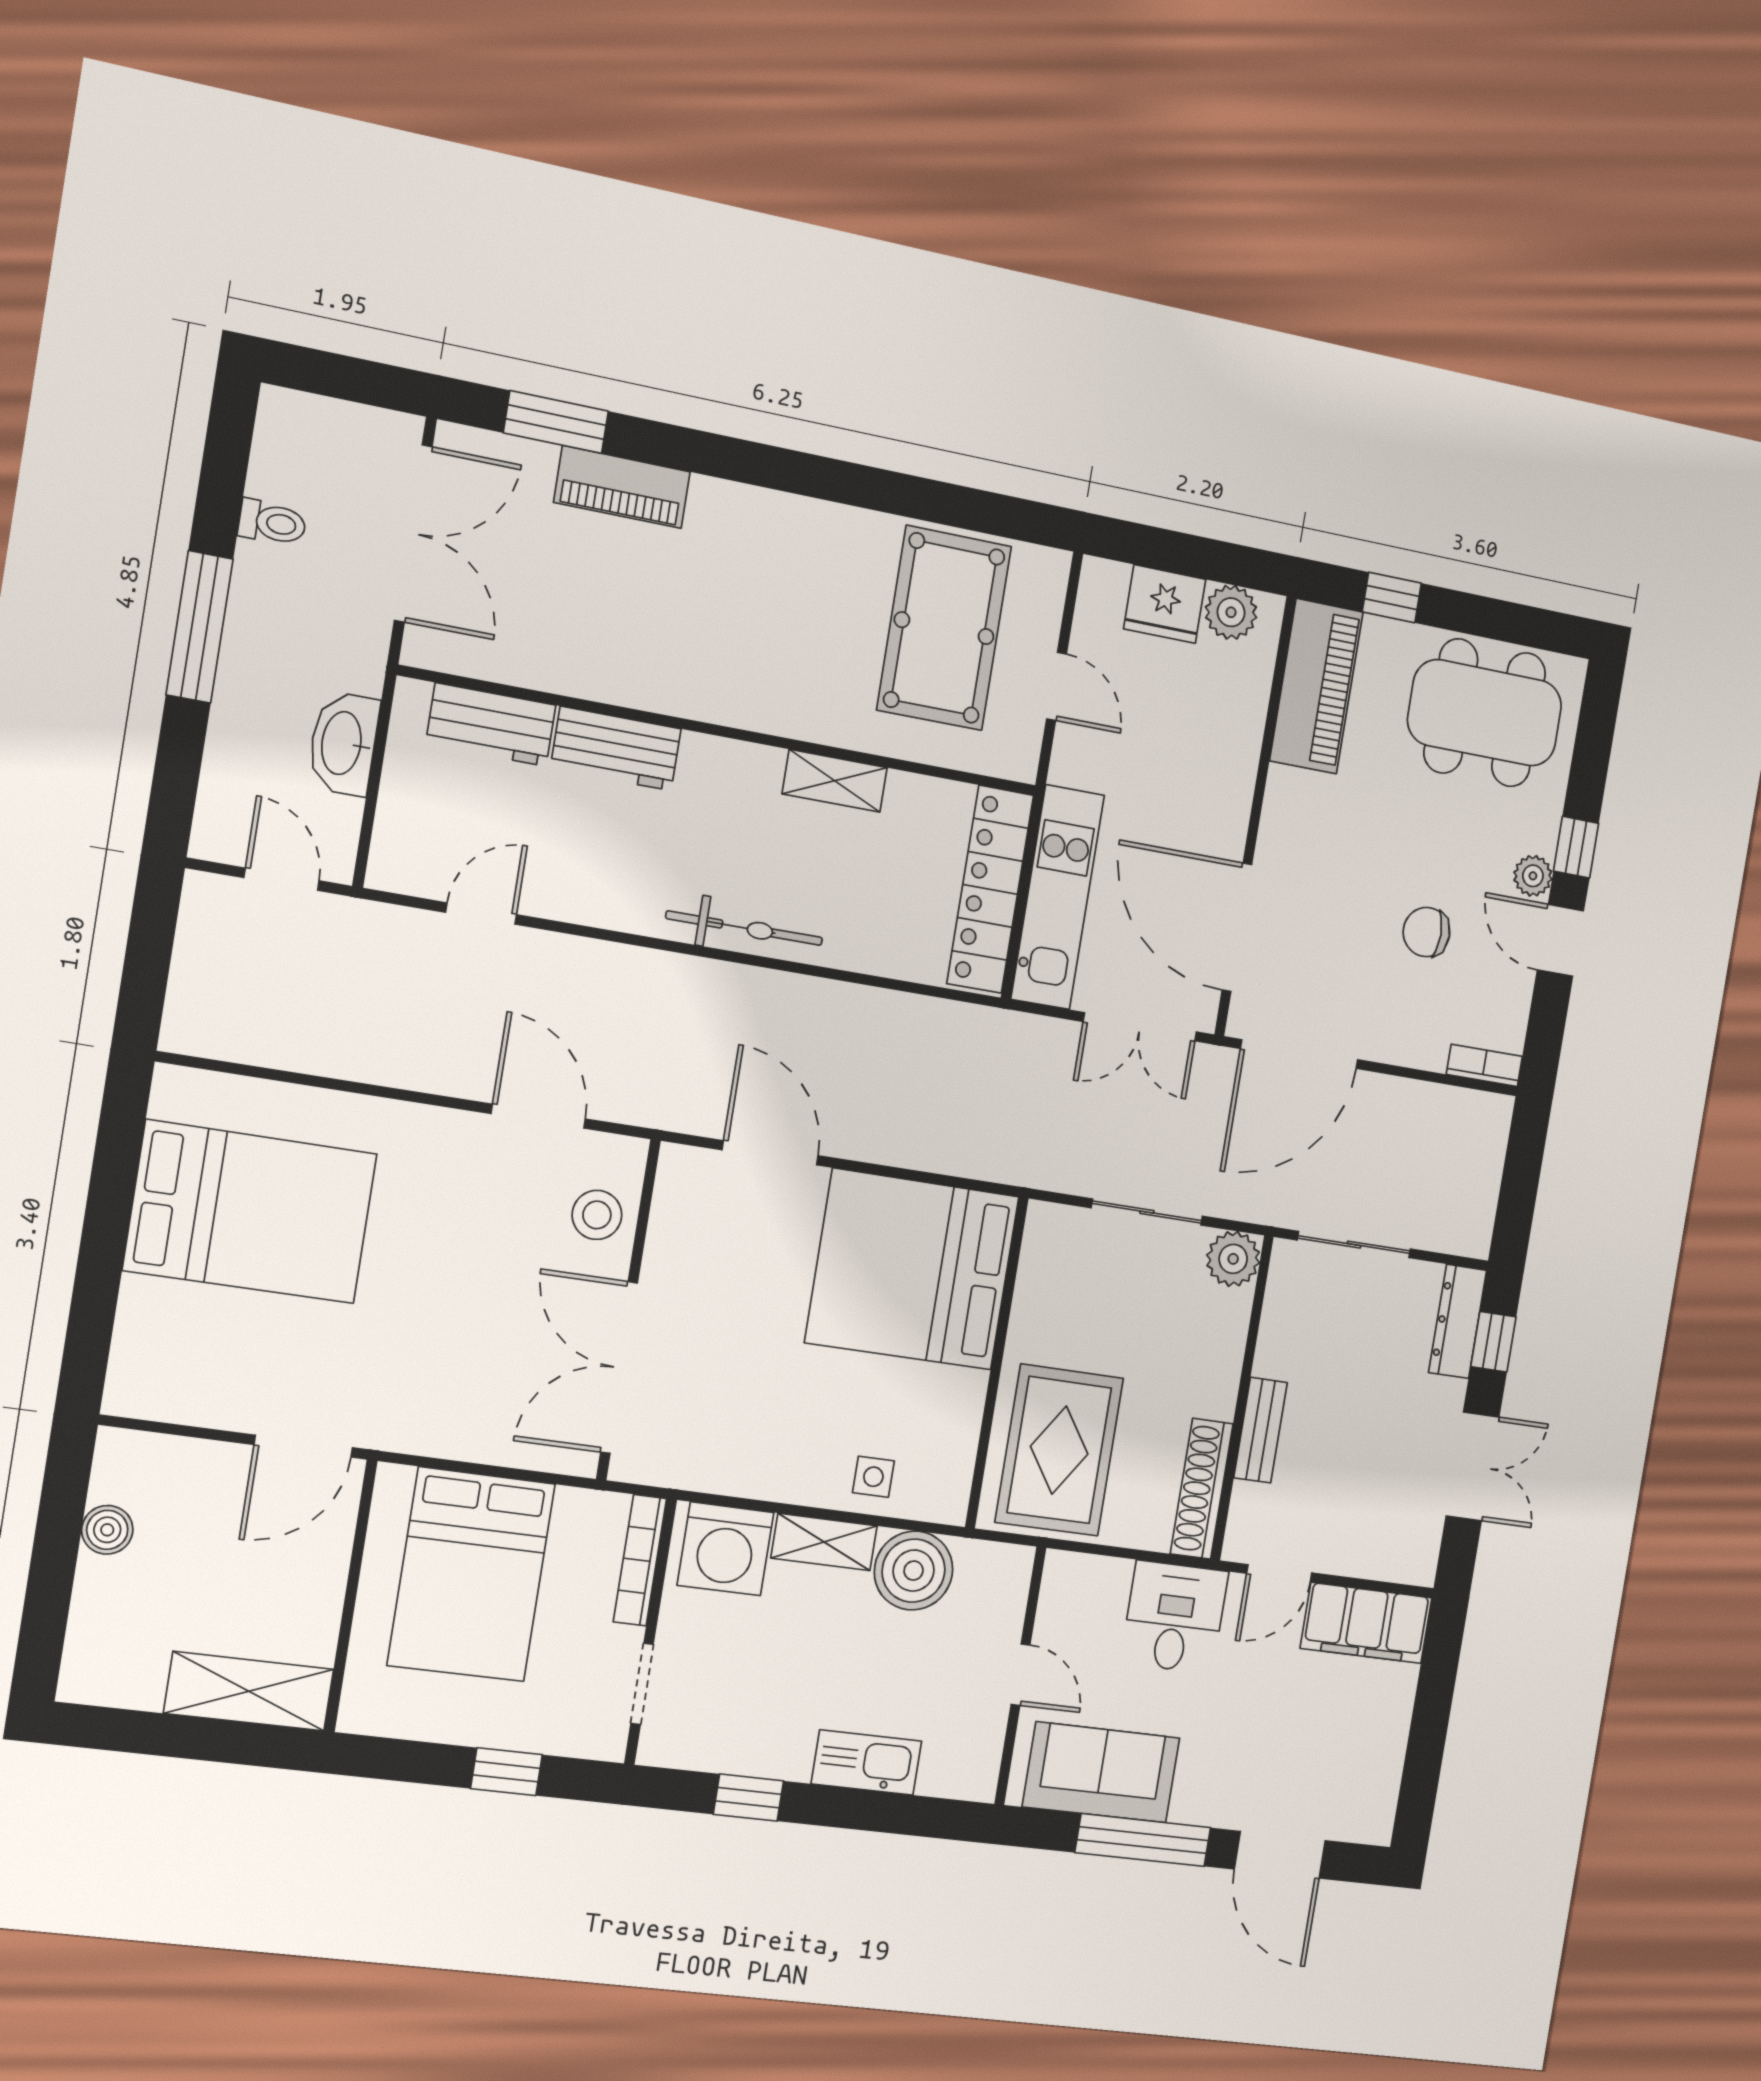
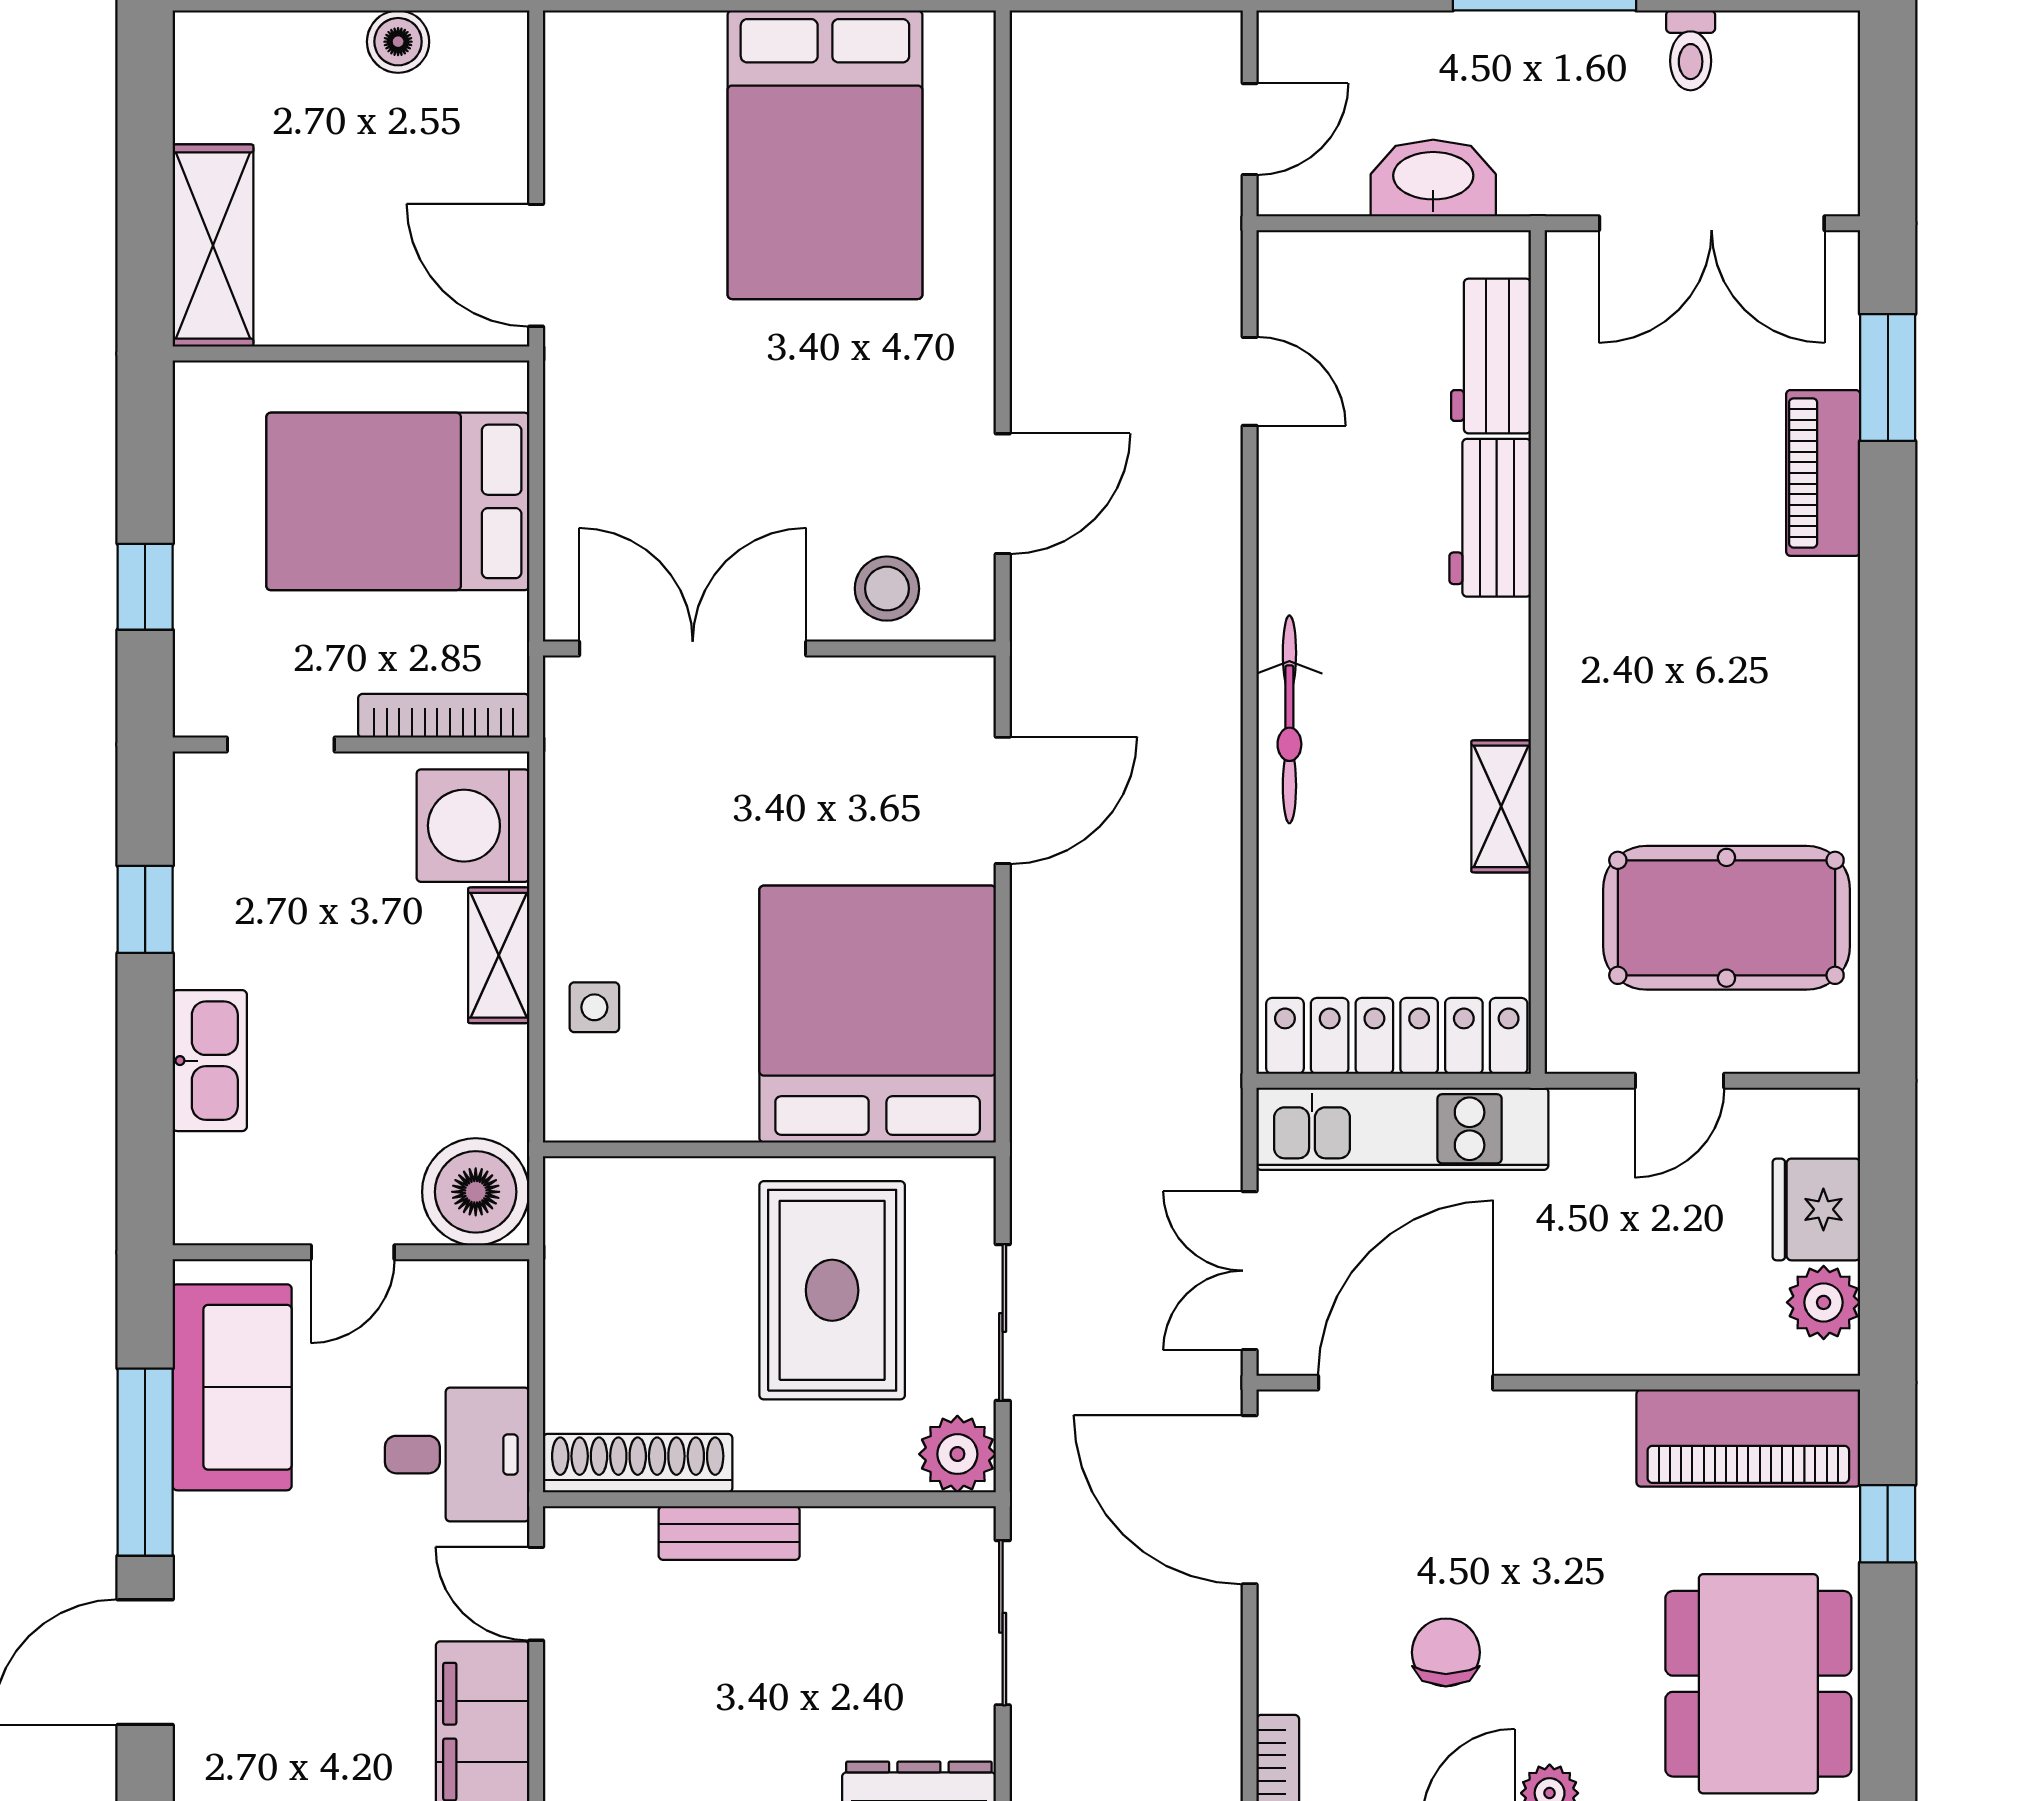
rug: (1059, 1450) -> (832, 1290), moved, turned 90
boiler: (914, 1571) -> (476, 1192), moved

